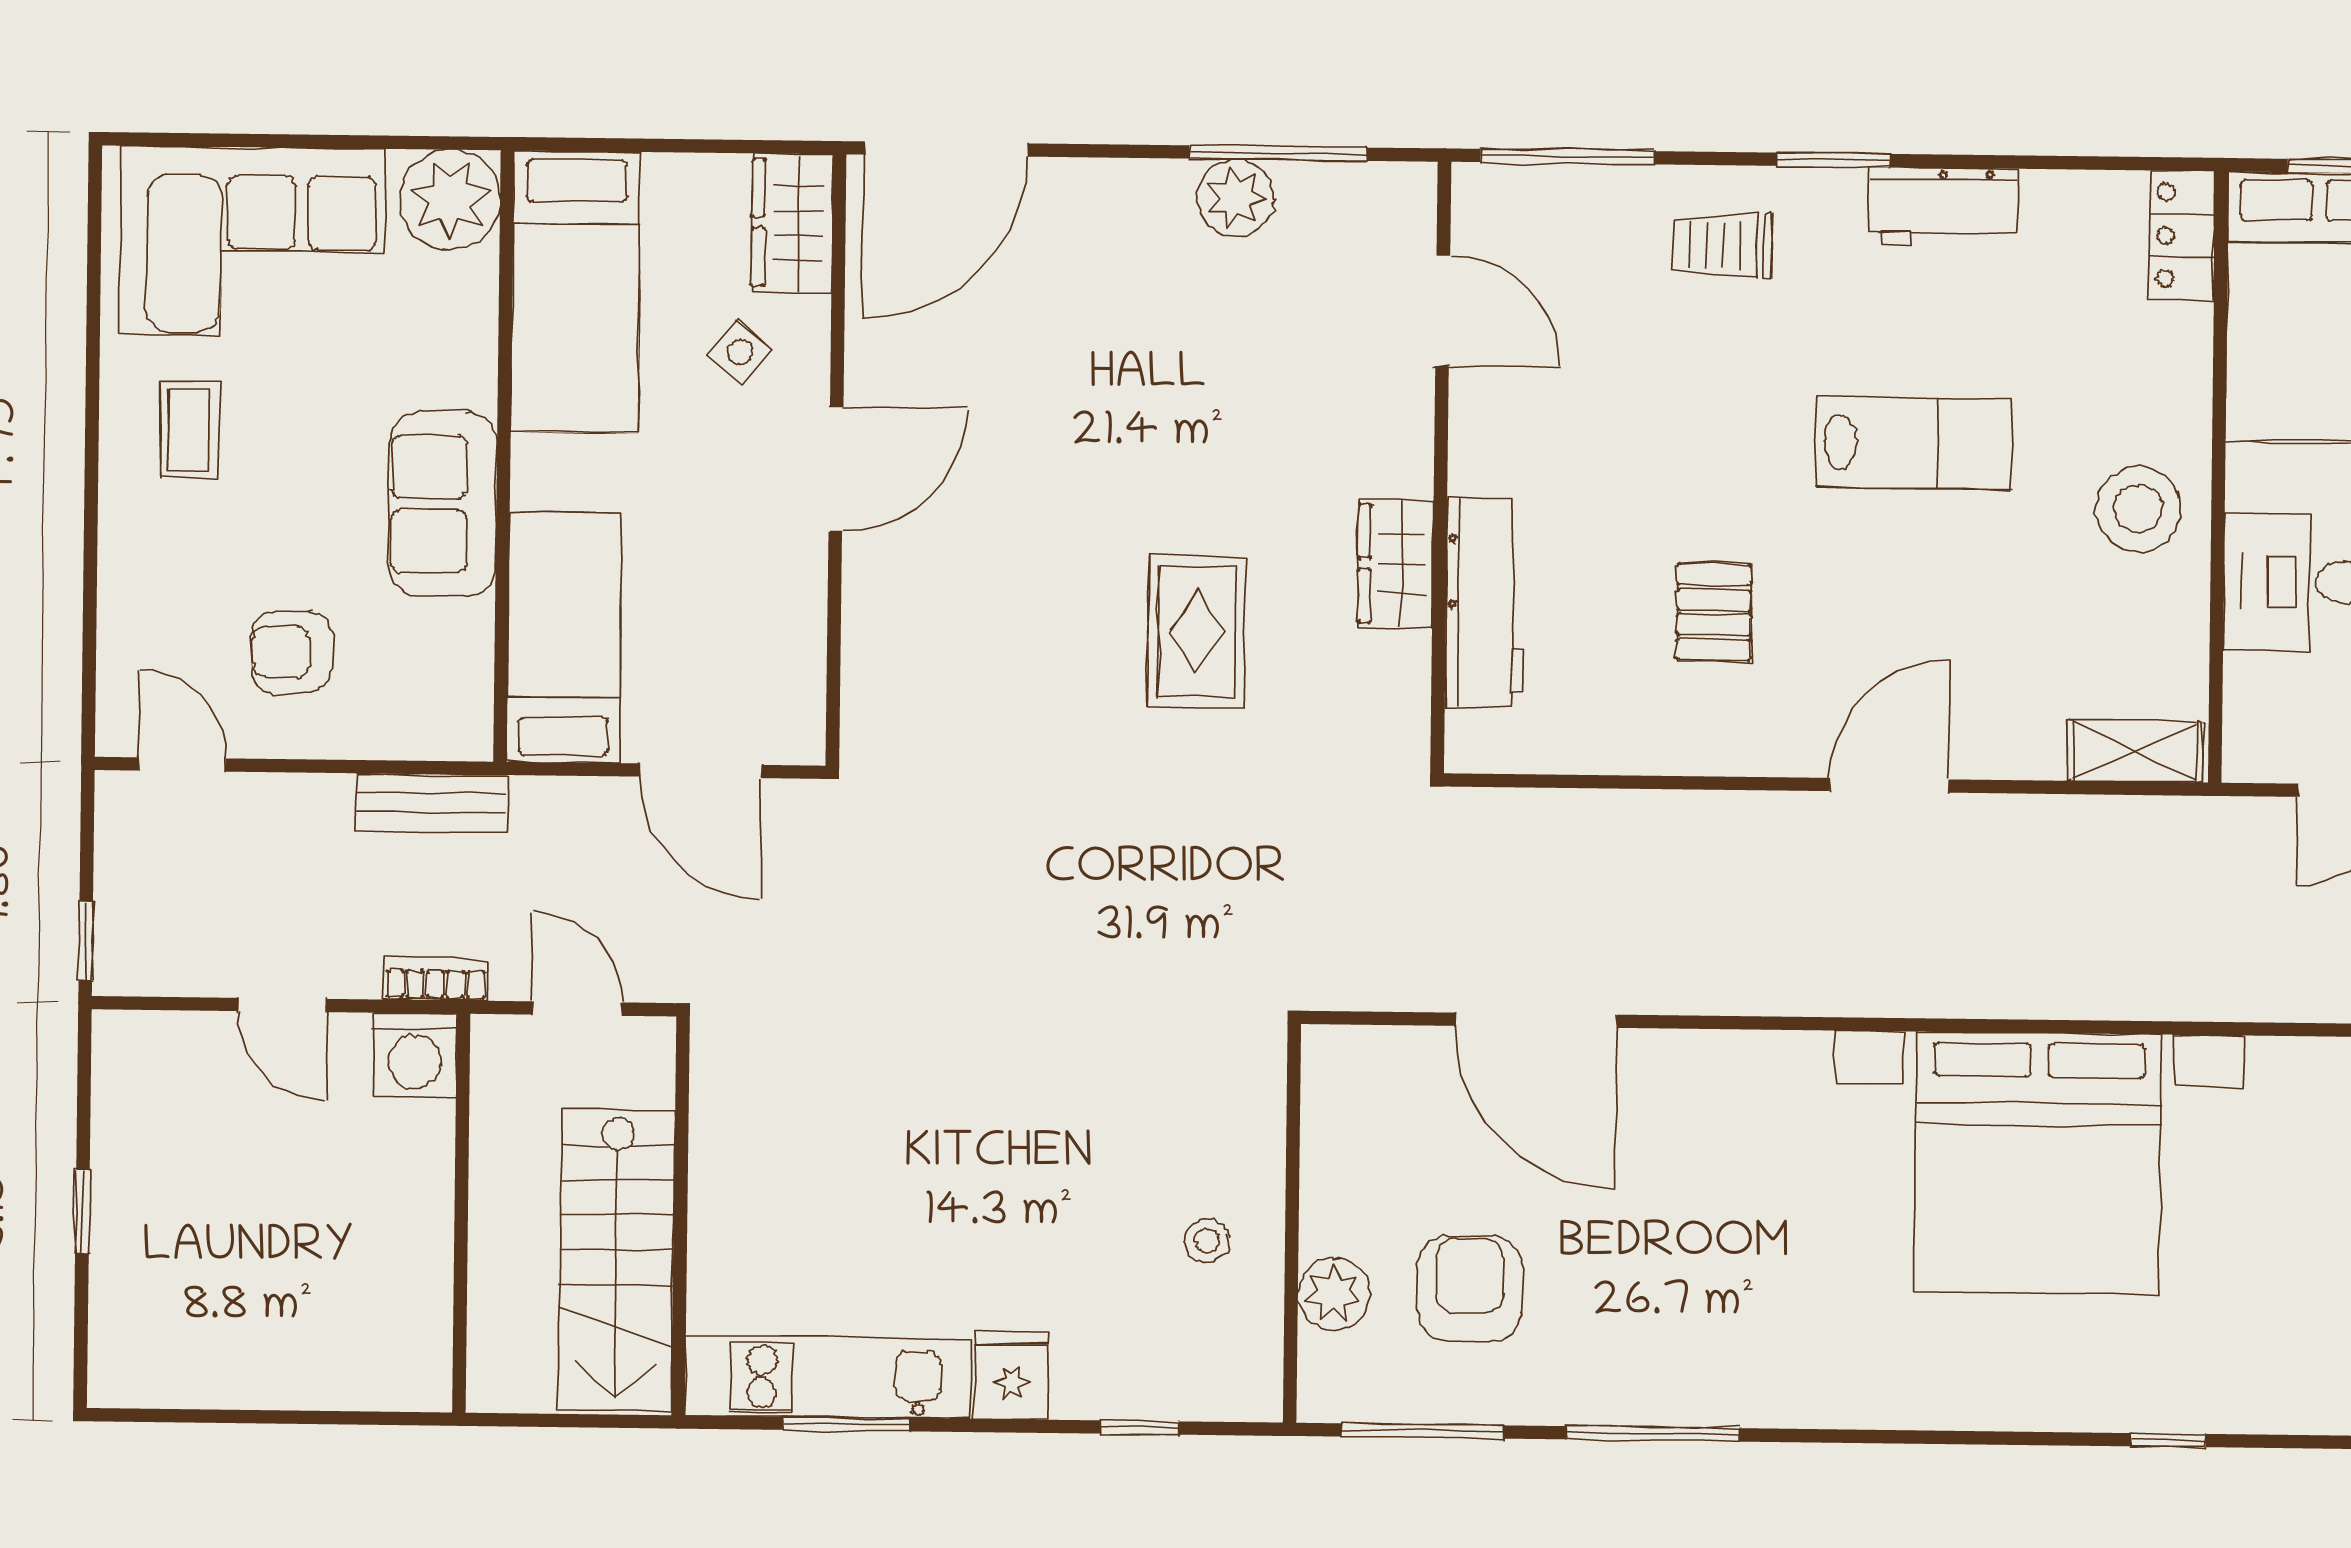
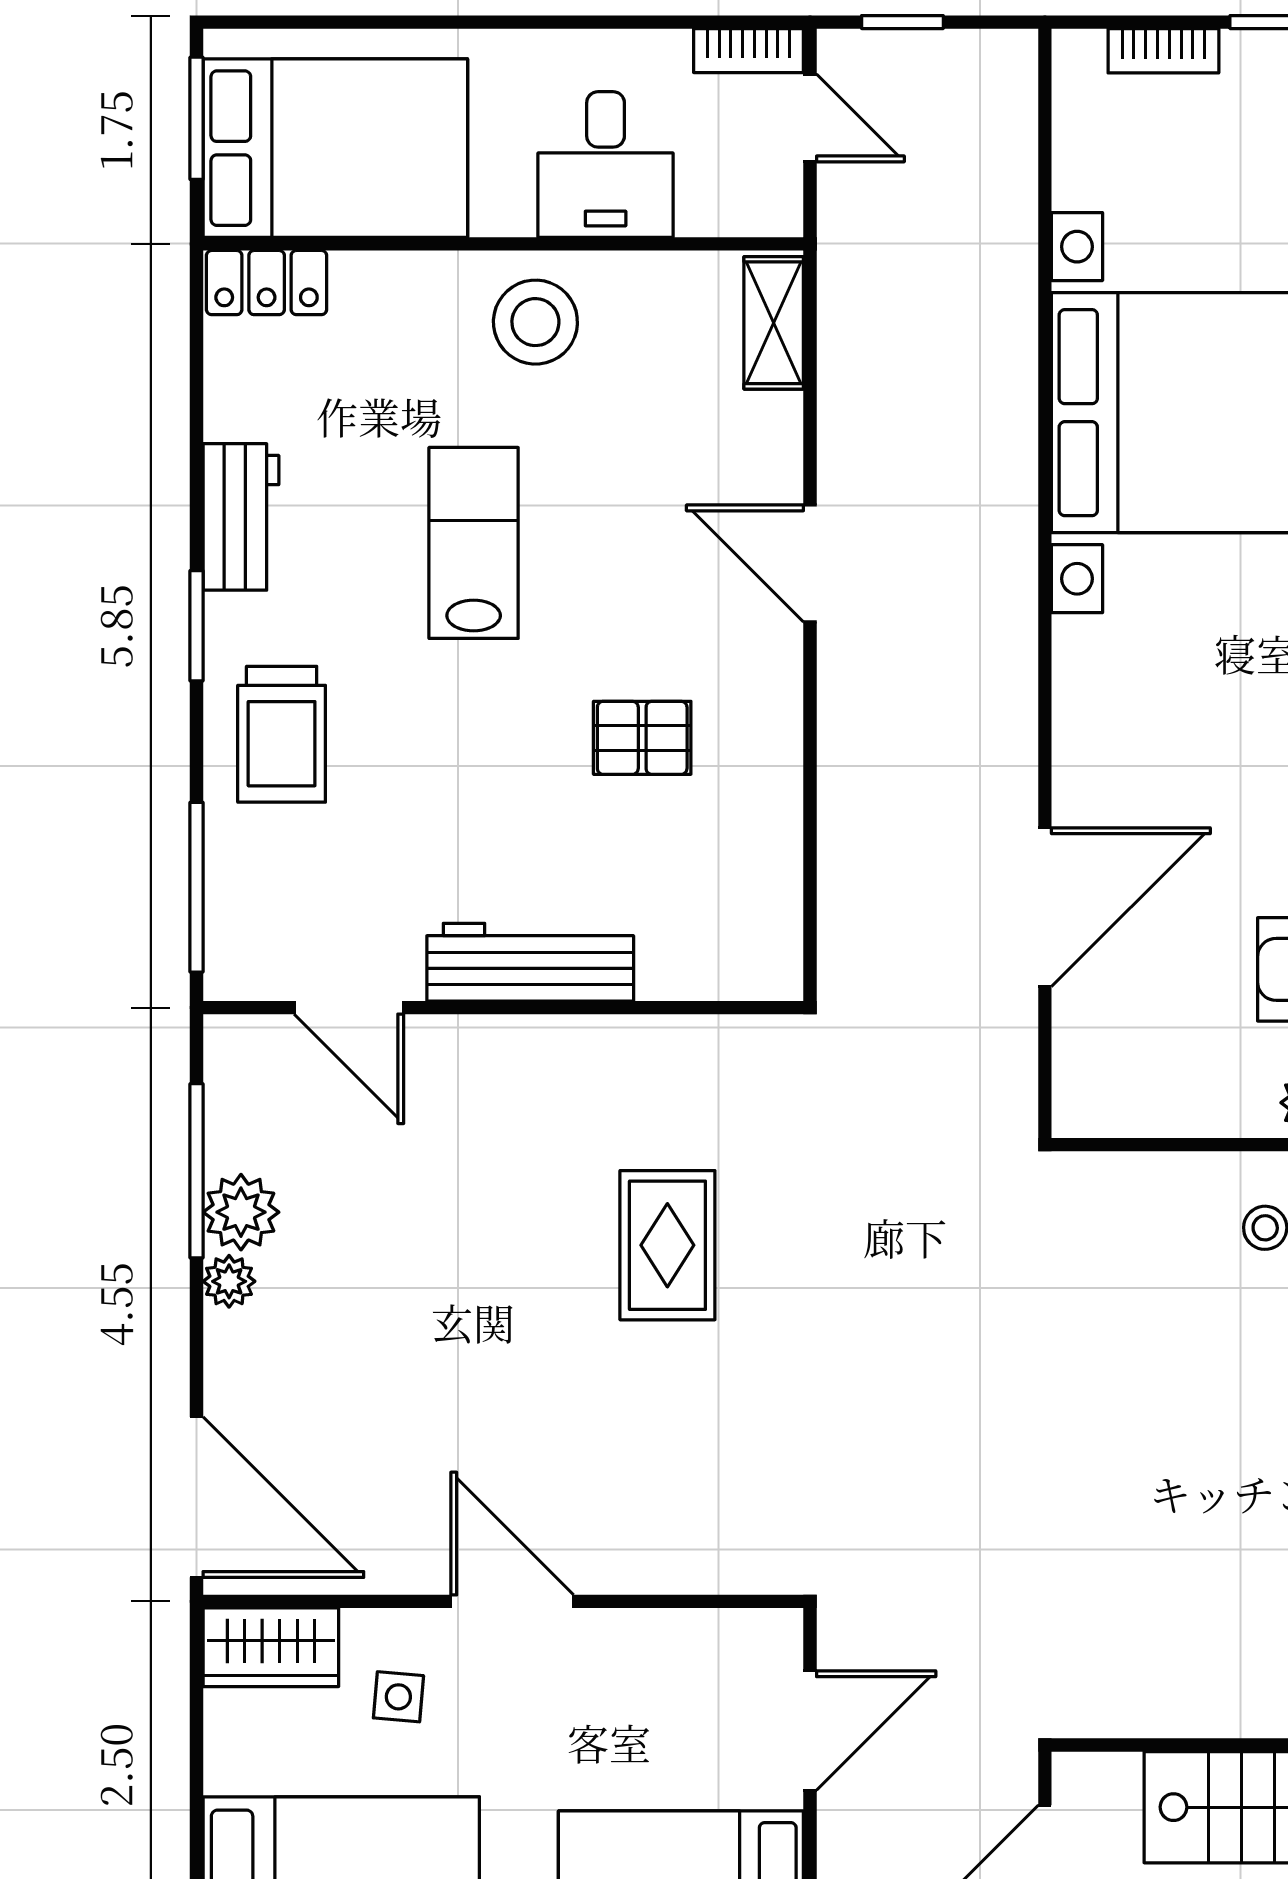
plant: (1165, 185) -> (229, 1281), added
trolley: (1722, 245) -> (282, 734), width x1.36, depth x1.39
door: (1443, 310) -> (349, 1008), swing flipped
side table: (740, 352) -> (398, 1697), turned -36
wardrobe: (1396, 564) -> (598, 1051), removed
workbench: (1485, 603) -> (530, 962), moved
rug: (1197, 632) -> (667, 1245), turned 90

